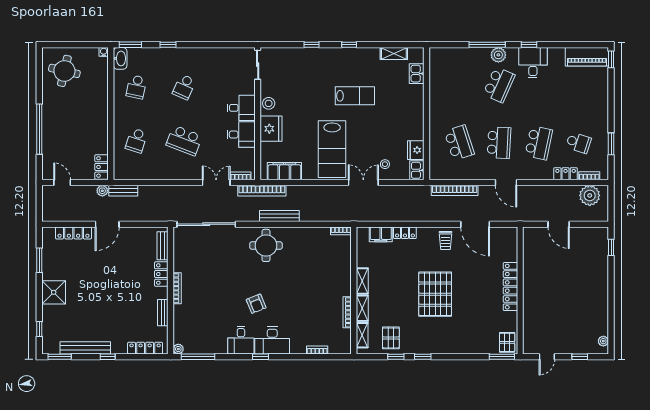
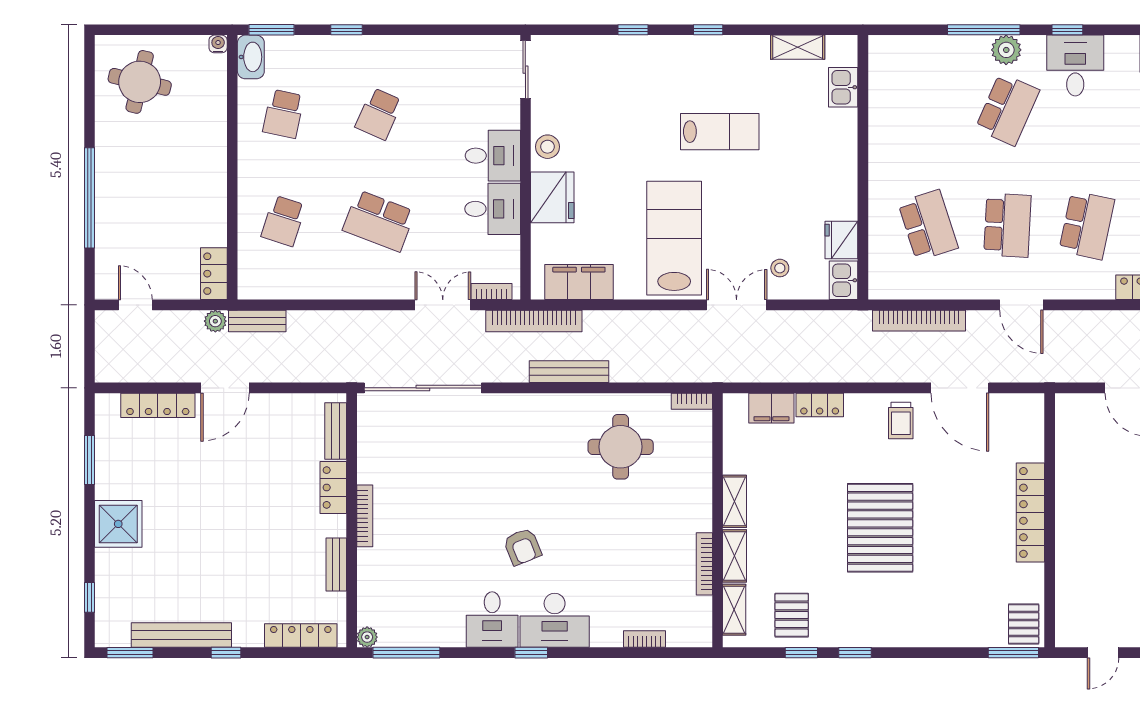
lab bench: (332, 149) -> (674, 238), turned 180
round table: (266, 245) -> (621, 447), moved

